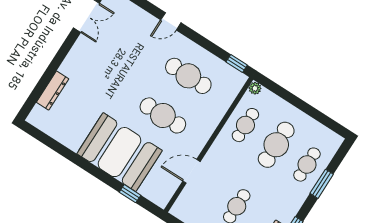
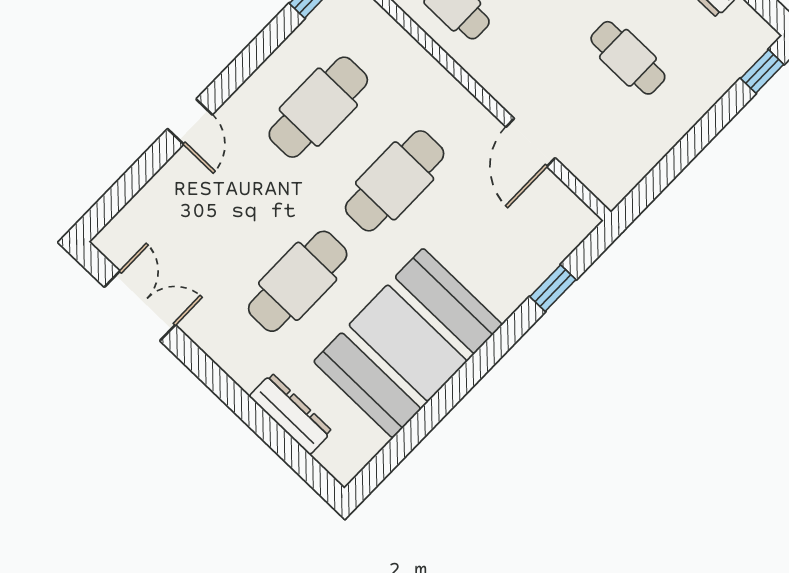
cafe table: (111, 82) -> (298, 281), added
booth: (120, 152) -> (408, 343), moved

